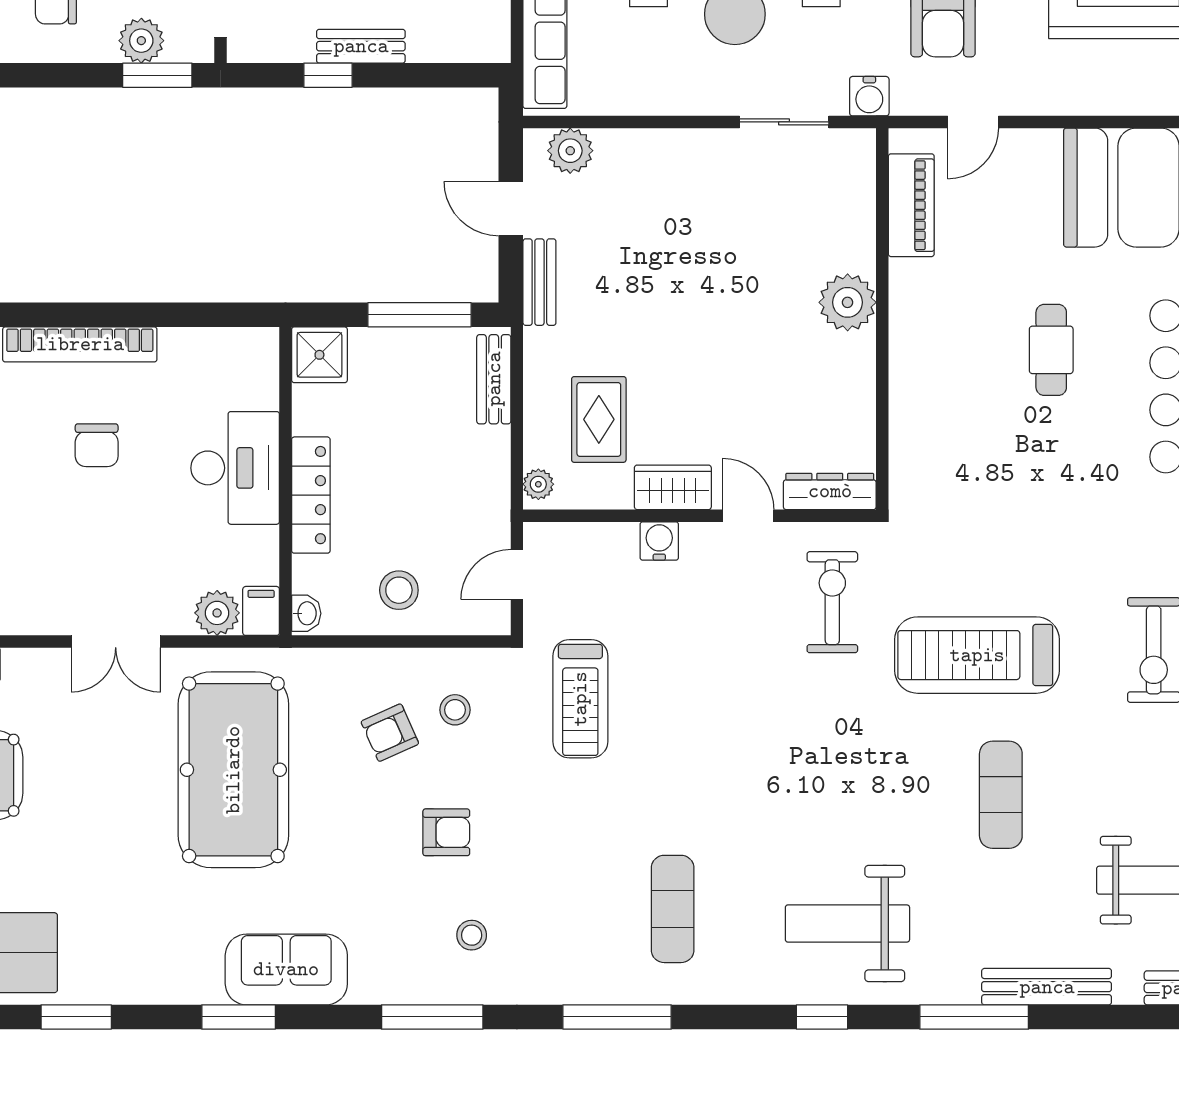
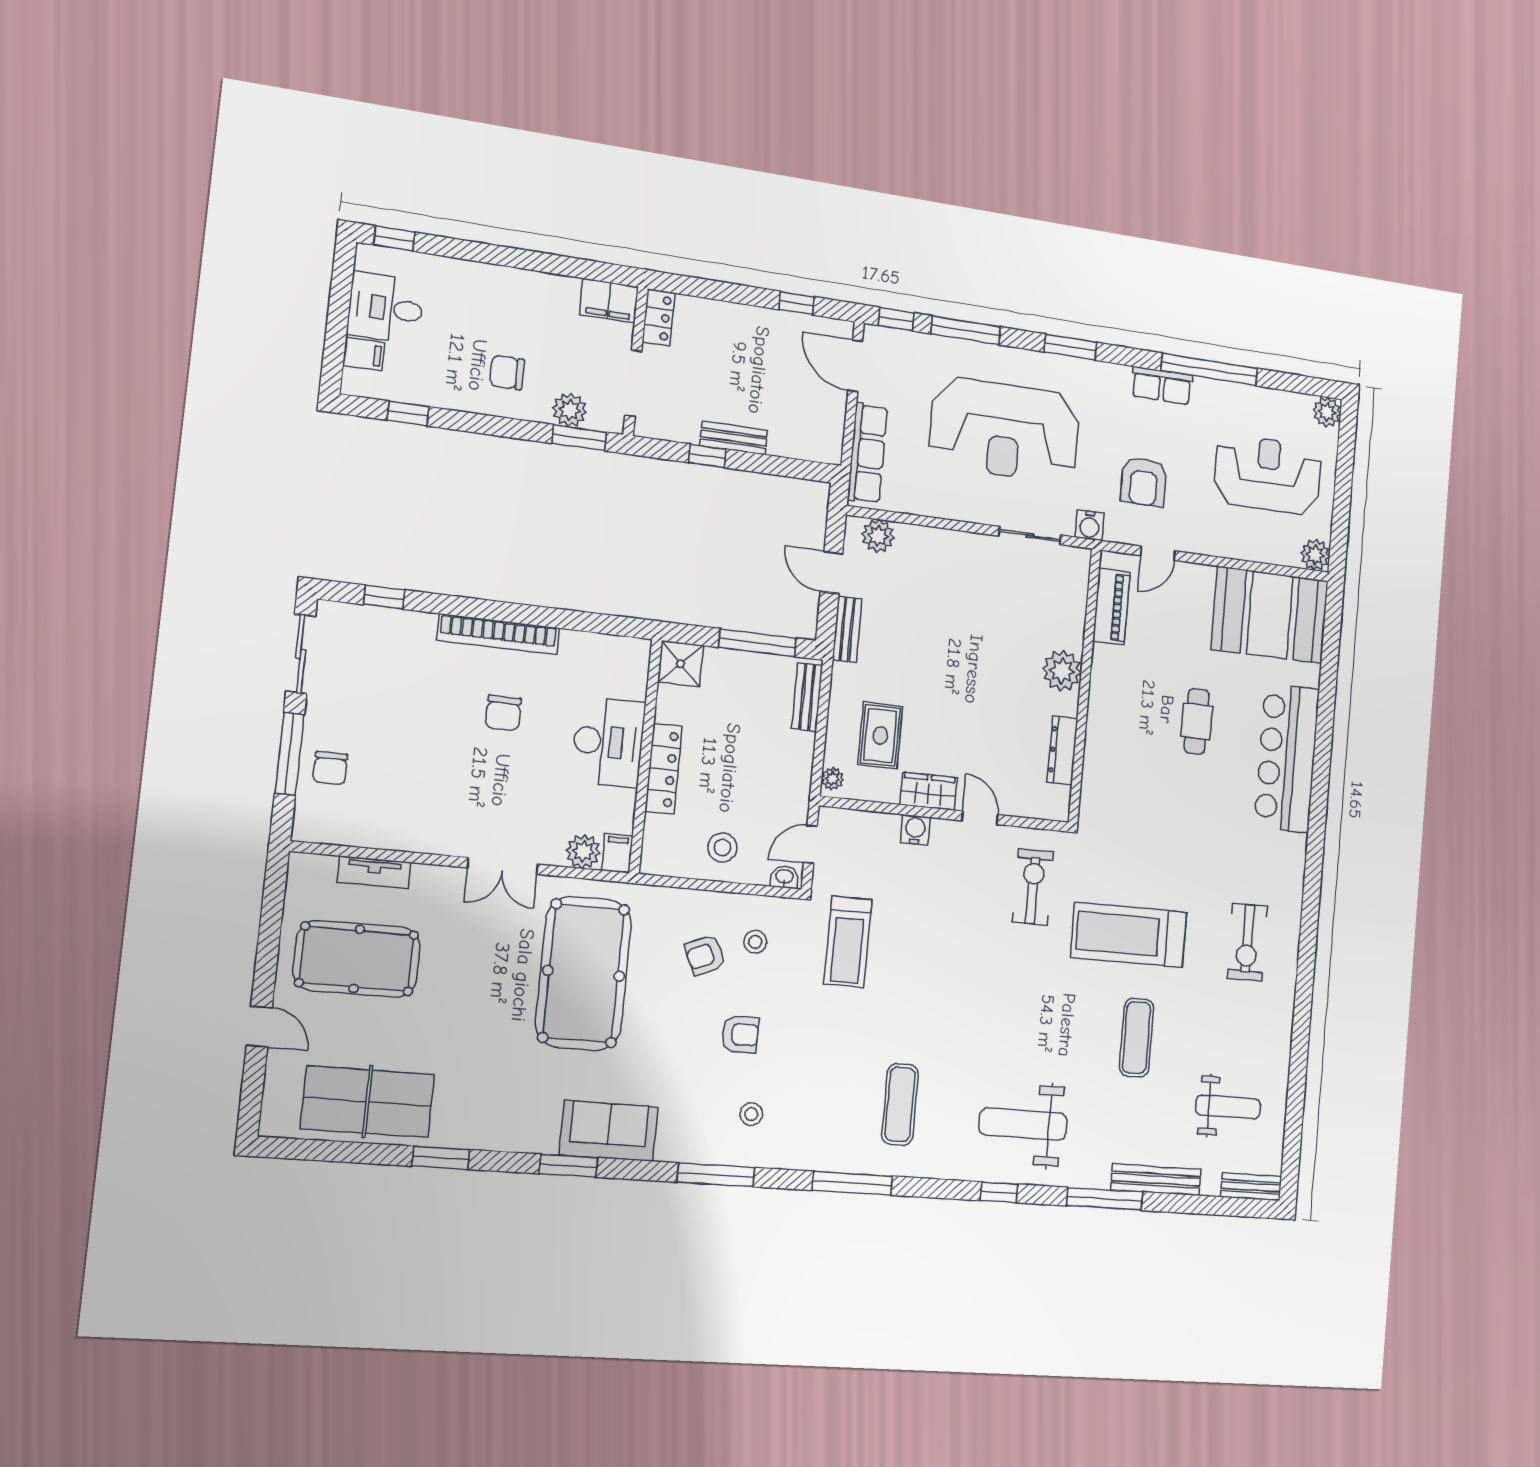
dresser: (830, 491) -> (1062, 750), moved, turned -90
washbasin: (306, 613) -> (784, 877), moved, turned -90

